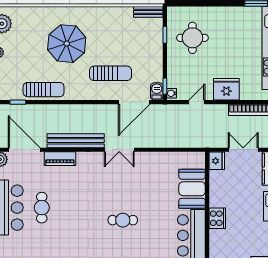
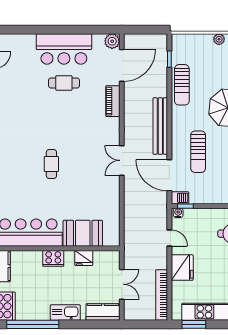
bench: (76, 141) -> (160, 126), moved
fridge: (217, 161) -> (84, 258), moved

